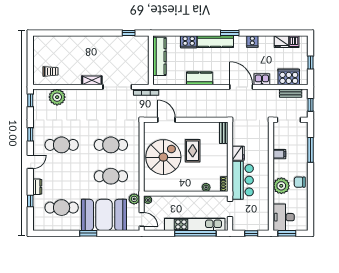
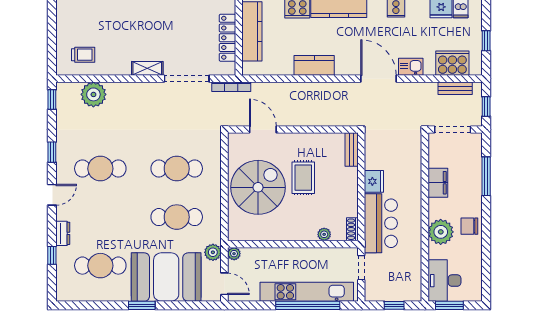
locker: (144, 61) -> (228, 38), added
filing cabinet: (279, 154) -> (438, 183), width x2.00

